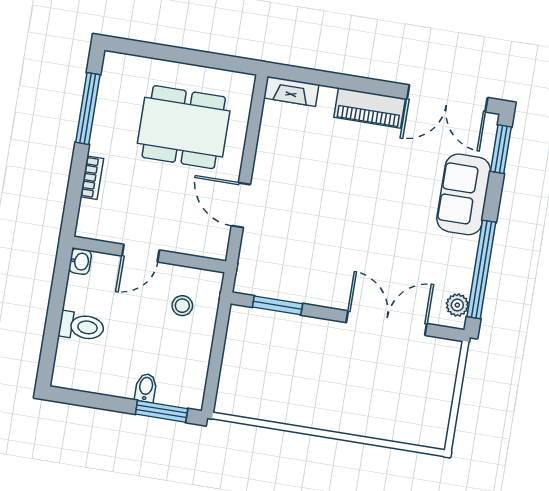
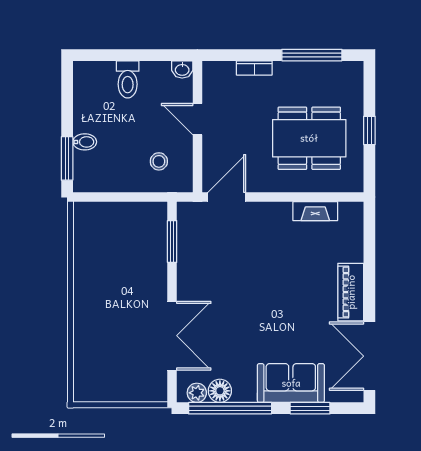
window: (186, 56) -> (369, 130), added
fireplace: (291, 91) -> (315, 211), moved, turned -90
dining table: (184, 127) -> (309, 138), turned 90
window: (501, 149) -> (310, 408), moved
door: (241, 205) -> (227, 197), moved
floor lamp: (459, 278) -> (220, 391), added

